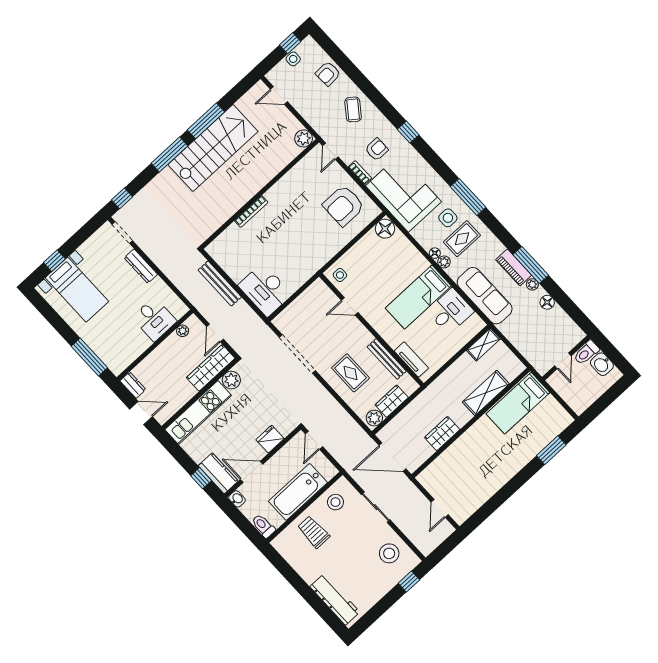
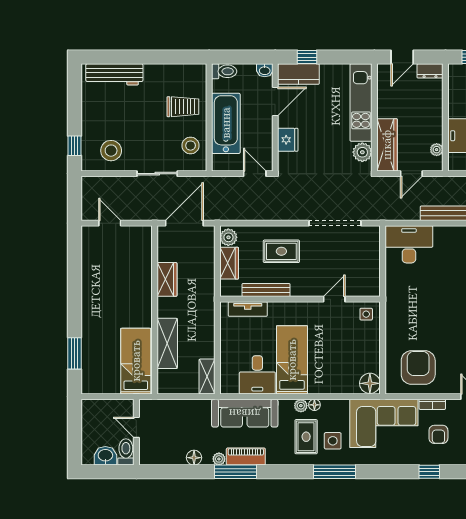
door: (215, 333) -> (411, 174), swing flipped

